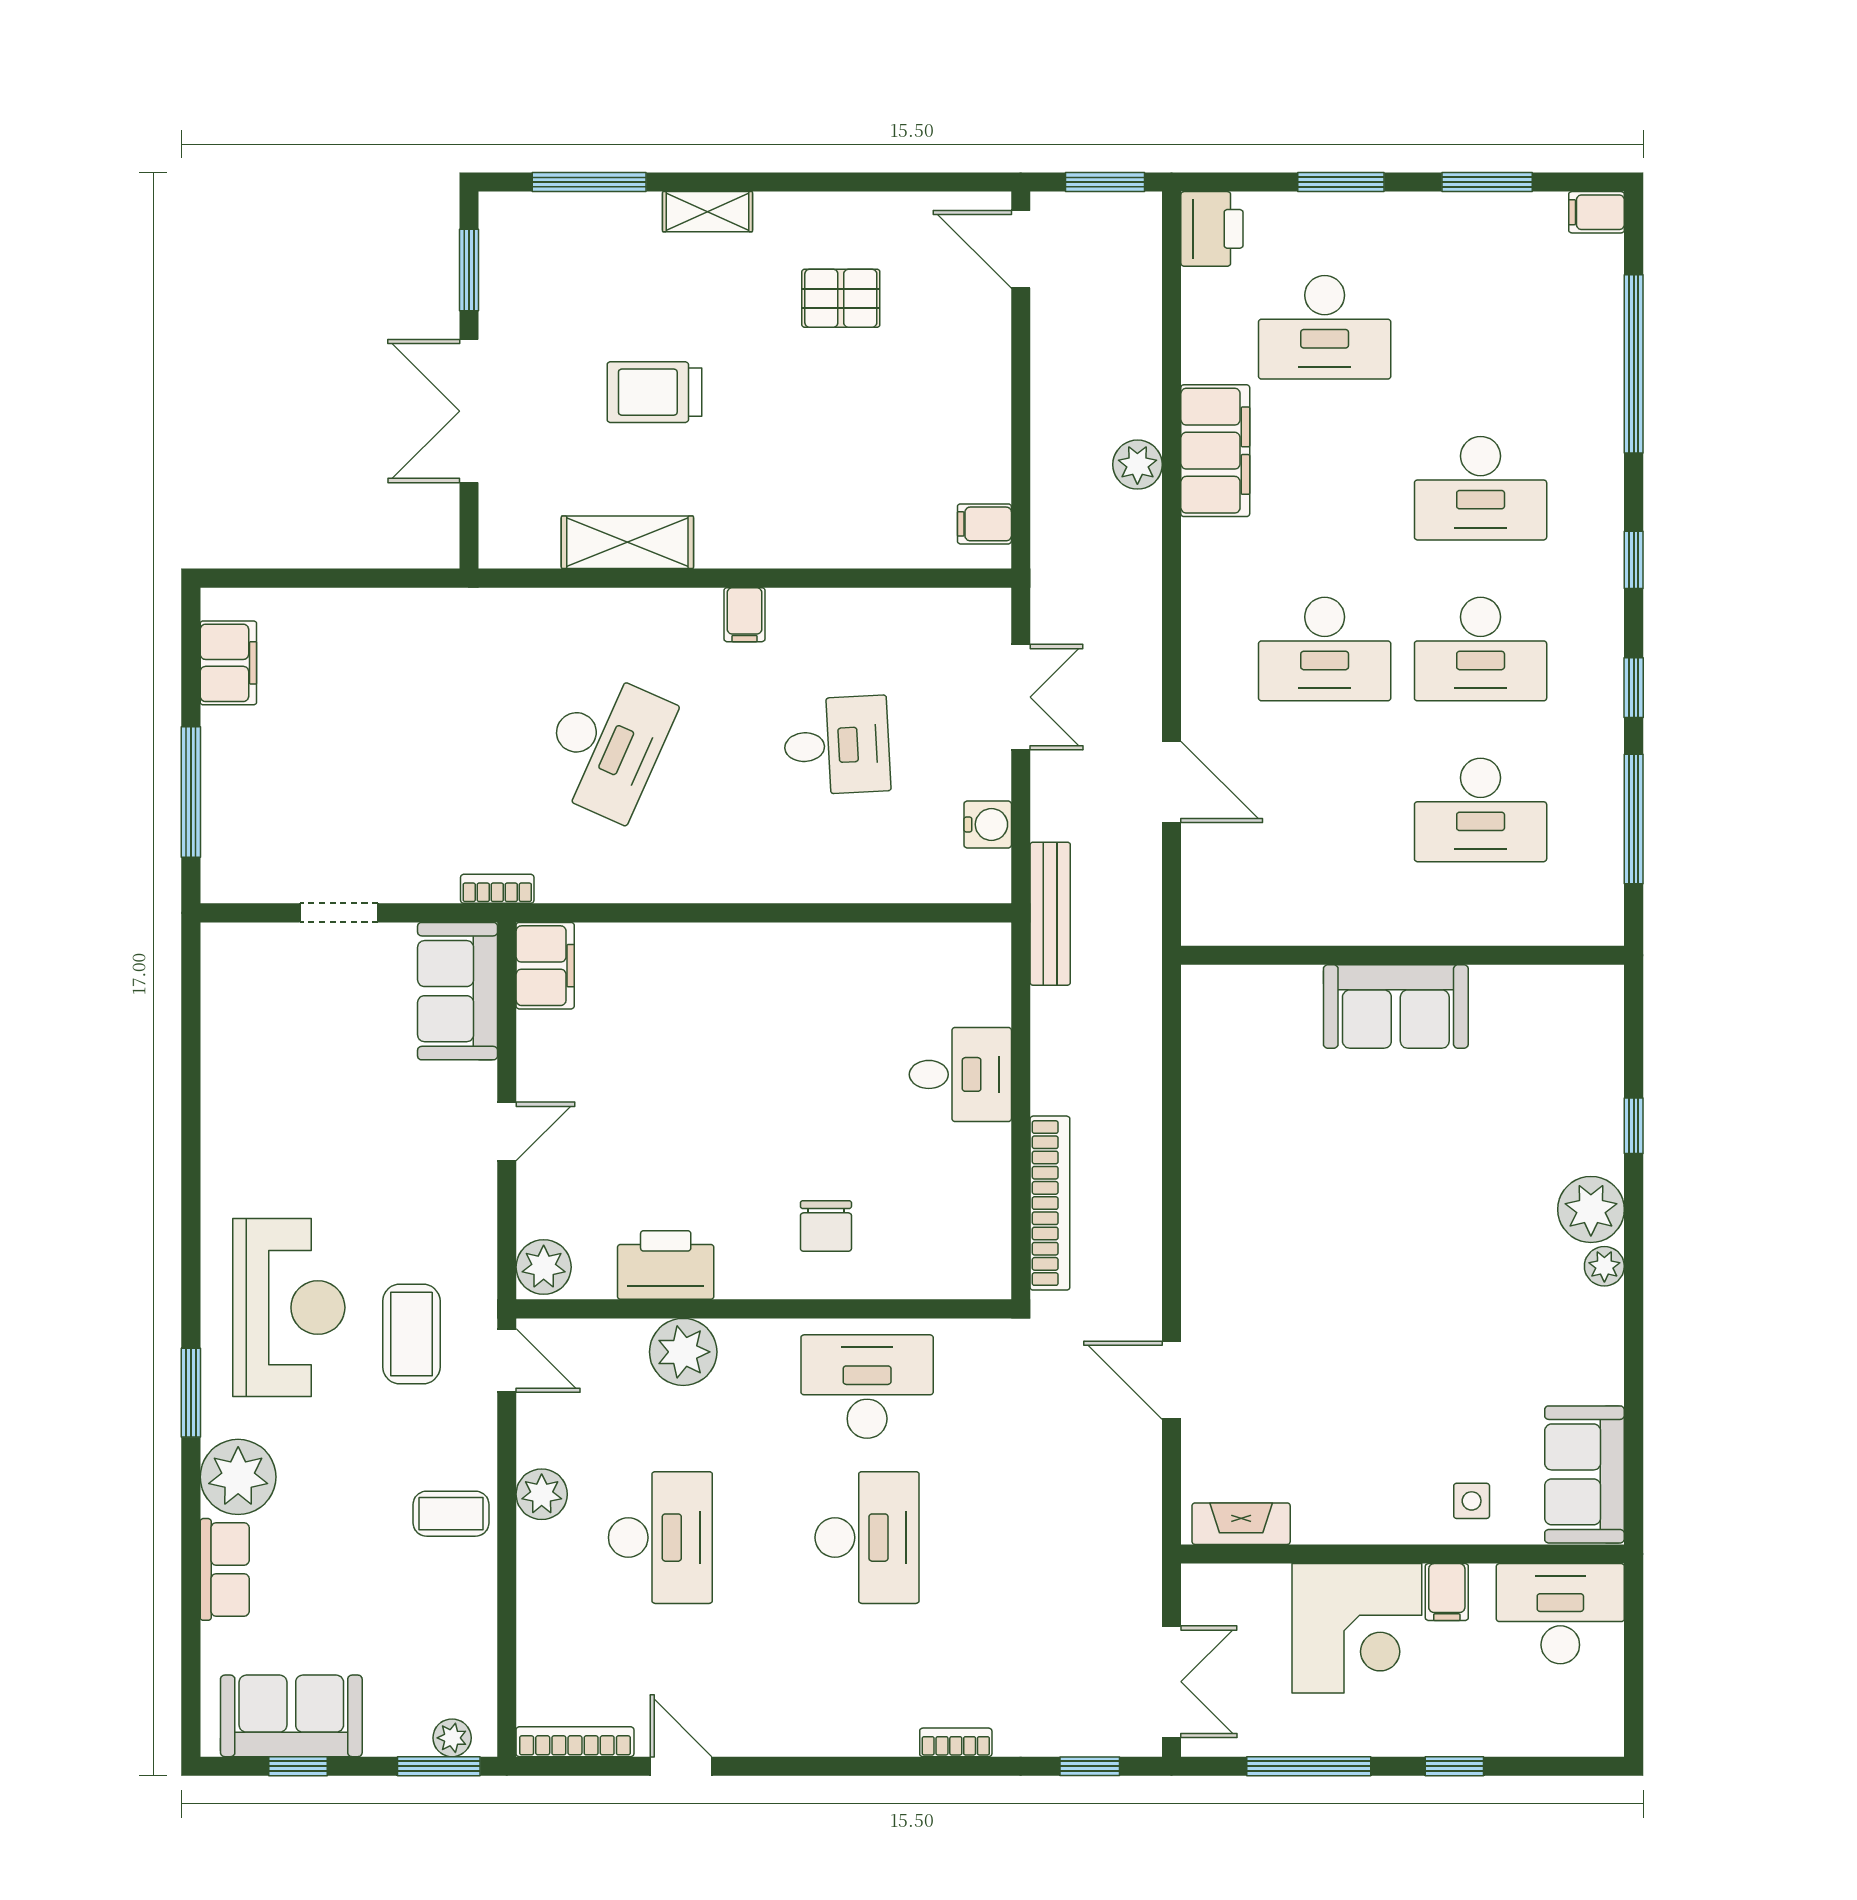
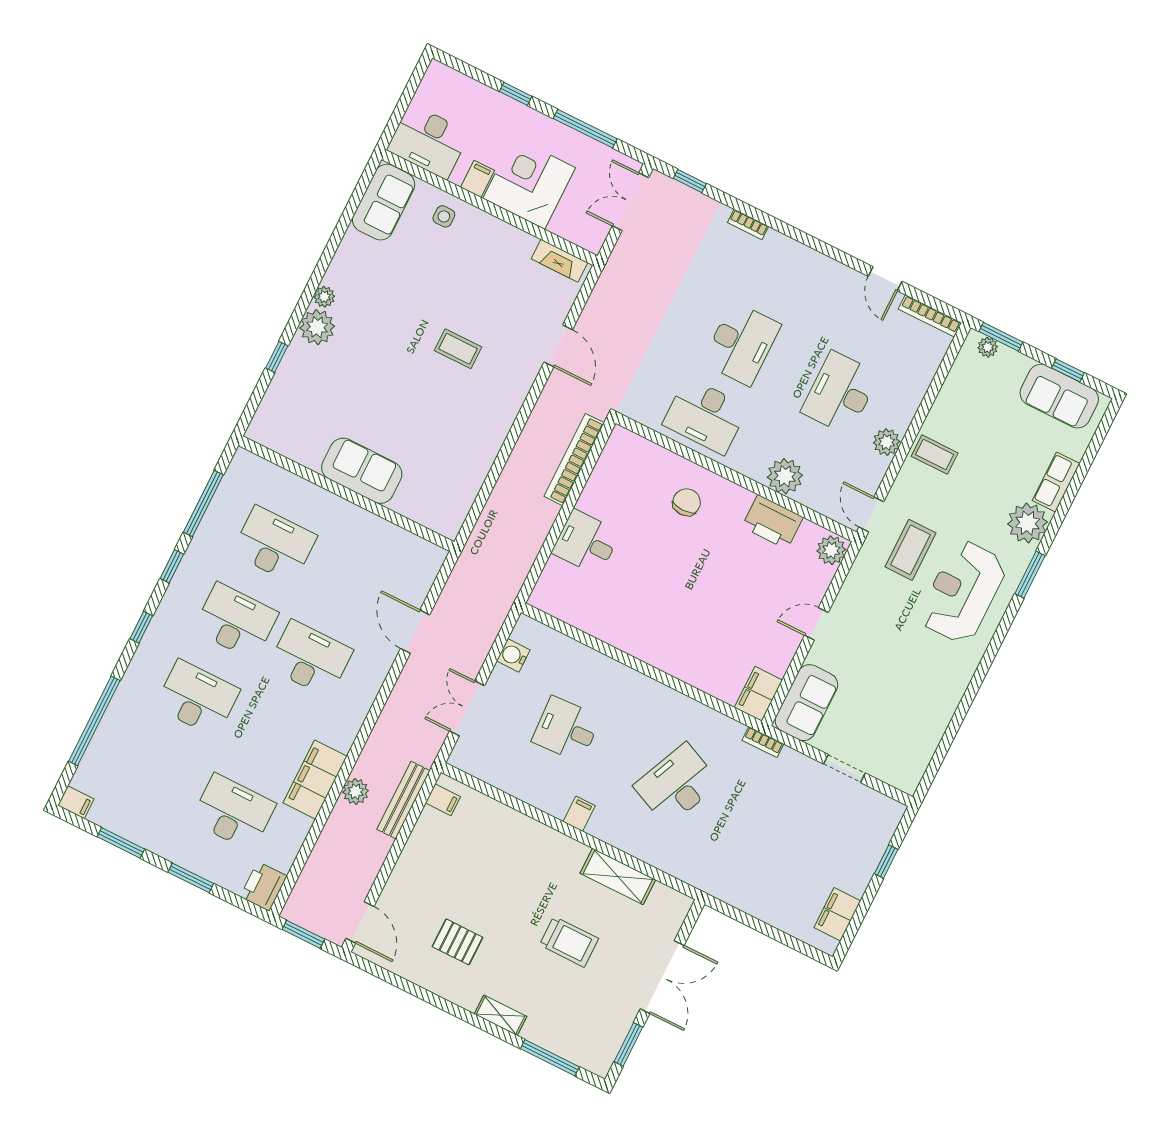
window: (191, 792) -> (886, 862), width x0.46
bench: (1050, 914) -> (403, 800), moved
coffee table: (1337, 1291) -> (458, 349), added
desk: (867, 1538) -> (741, 344), turned 180

